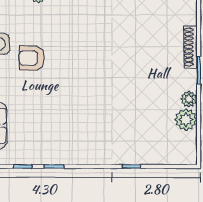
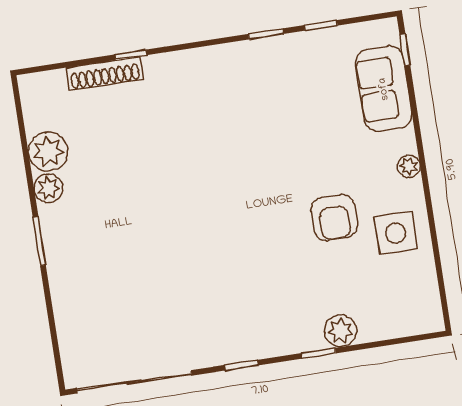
shoe rack: (191, 47) -> (105, 73), moved, turned 90
armchair: (32, 58) -> (334, 218), turned 90

